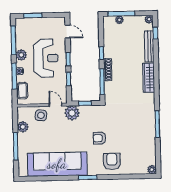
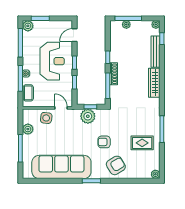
door: (68, 32) -> (74, 35), swing flipped
plant: (21, 55) -> (28, 26), moved
plant: (72, 113) -> (88, 116), moved
rug: (138, 138) -> (142, 143), added
armchair: (112, 162) -> (116, 165), turned 59

